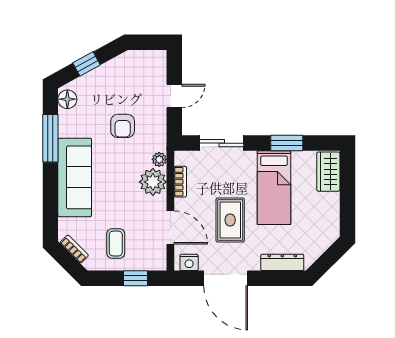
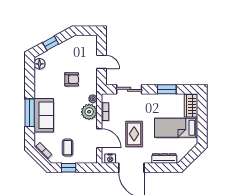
door: (174, 96) -> (101, 62), hinge flipped
armchair: (123, 126) -> (72, 79), turned -90
window: (50, 138) -> (30, 113), moved
sofa: (75, 177) -> (44, 115), width x0.73
bed: (274, 188) -> (176, 128), moved, turned 90
window: (135, 278) -> (69, 168), moved

